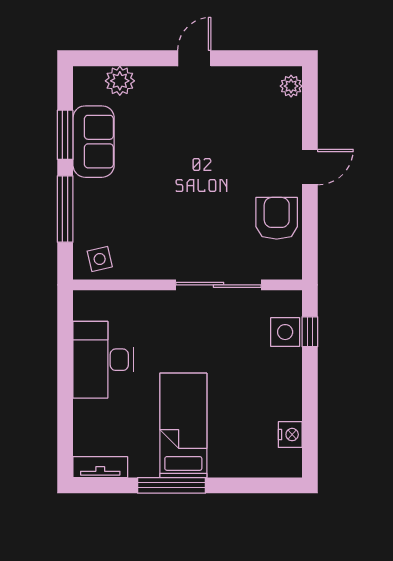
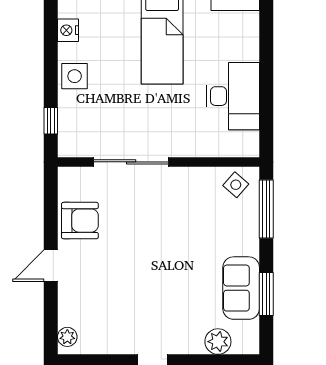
window: (65, 209) -> (266, 209), moved
armchair: (277, 218) -> (80, 221), turned -90
side table: (100, 259) -> (236, 185), turned -36
side table: (285, 332) -> (75, 76), moved

